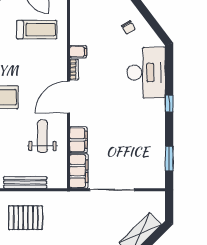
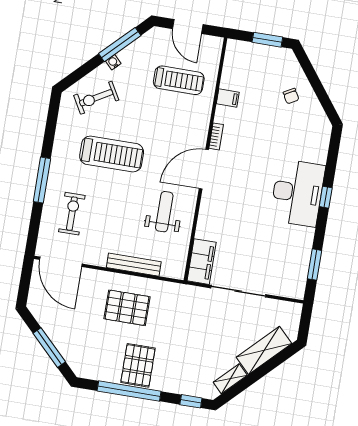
filing cabinet: (78, 52) -> (228, 98), moved
desk: (146, 73) -> (297, 193), moved
filing cabinet: (78, 140) -> (207, 223), removed

